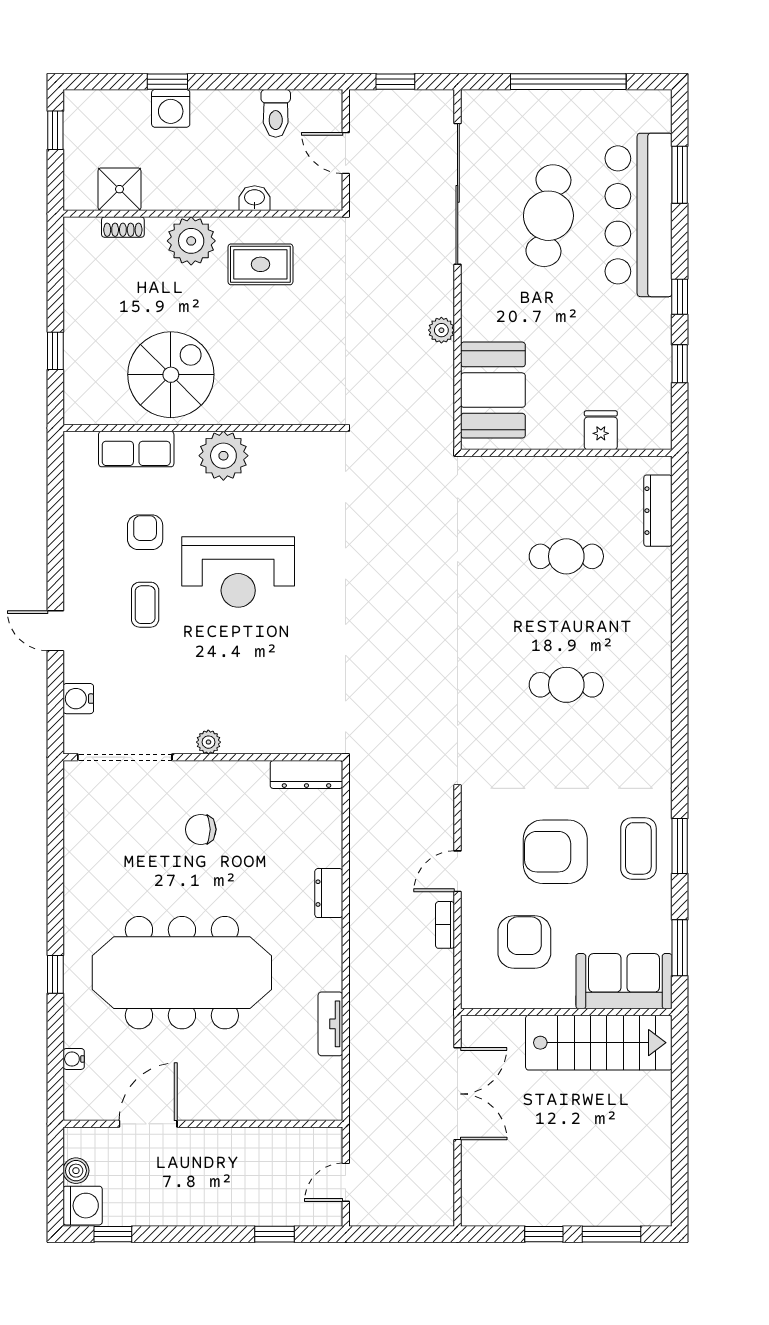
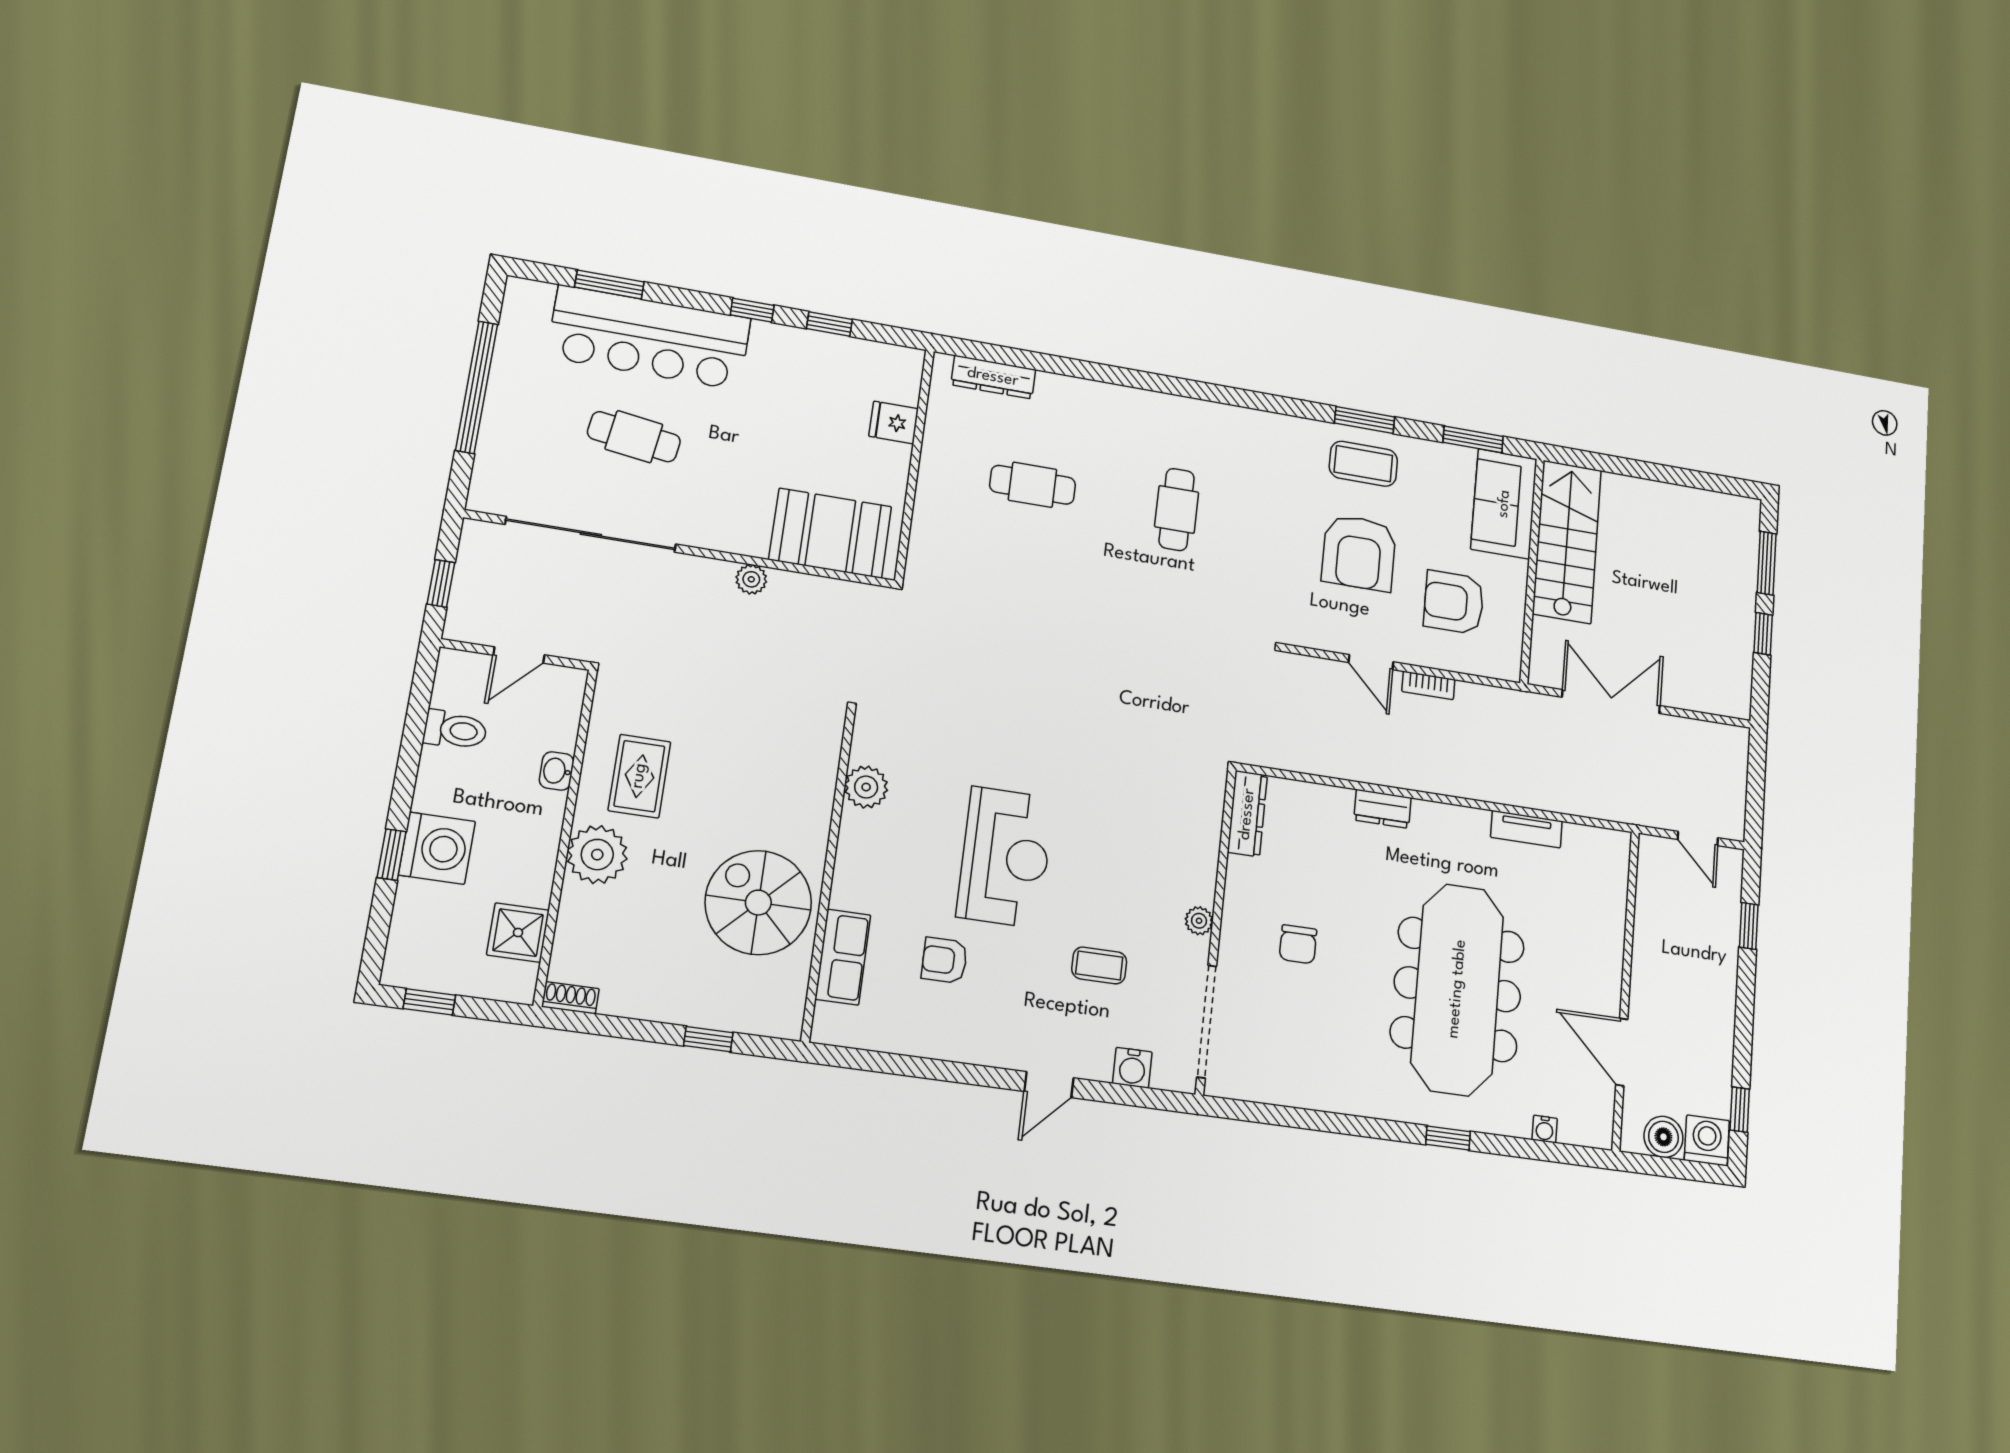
washing machine: (171, 108) -> (437, 848), width x1.37, depth x1.37
cafe table: (548, 216) -> (634, 437), width x0.73, depth x0.74
shoe rack: (123, 227) -> (570, 998), moved, turned -90
plant: (223, 456) -> (866, 787), moved, width x0.73, depth x0.73
cafe table: (566, 556) -> (1033, 485), turned 90
coffee table: (145, 605) -> (1099, 965), moved
boiler: (76, 1171) -> (1663, 1137), width x1.36, depth x1.36

